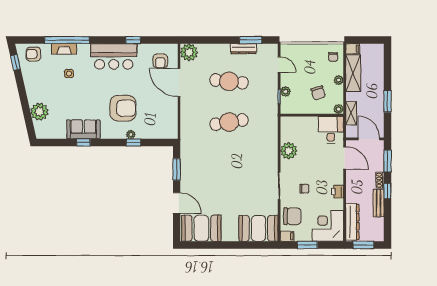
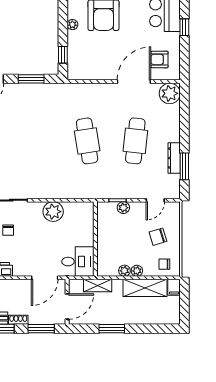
chair: (318, 93) -> (158, 237), moved
plant: (339, 109) -> (124, 271), moved
window: (134, 142) -> (63, 55), moved

